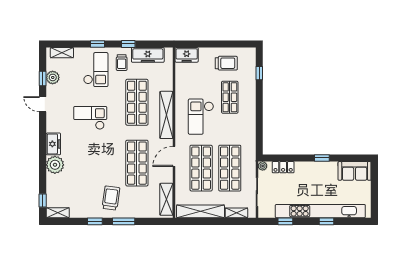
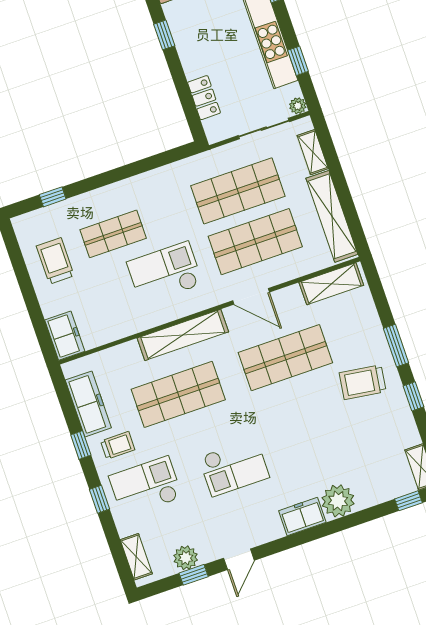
checkout: (201, 117) -> (165, 273), turned 180
checkout: (90, 118) -> (234, 467), turned -90
plant: (263, 166) -> (298, 106), moved

